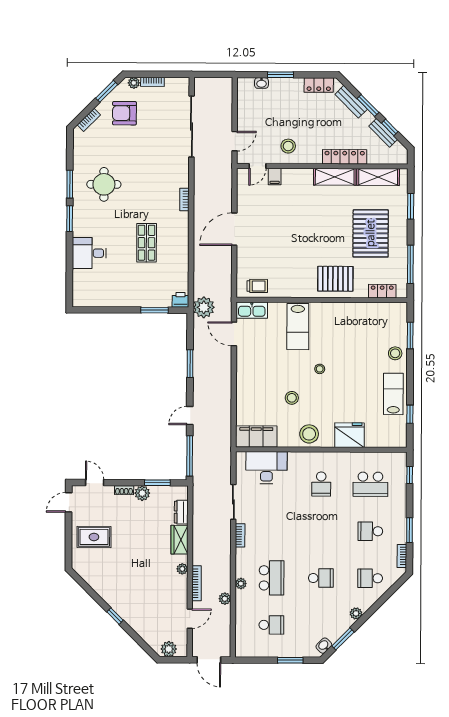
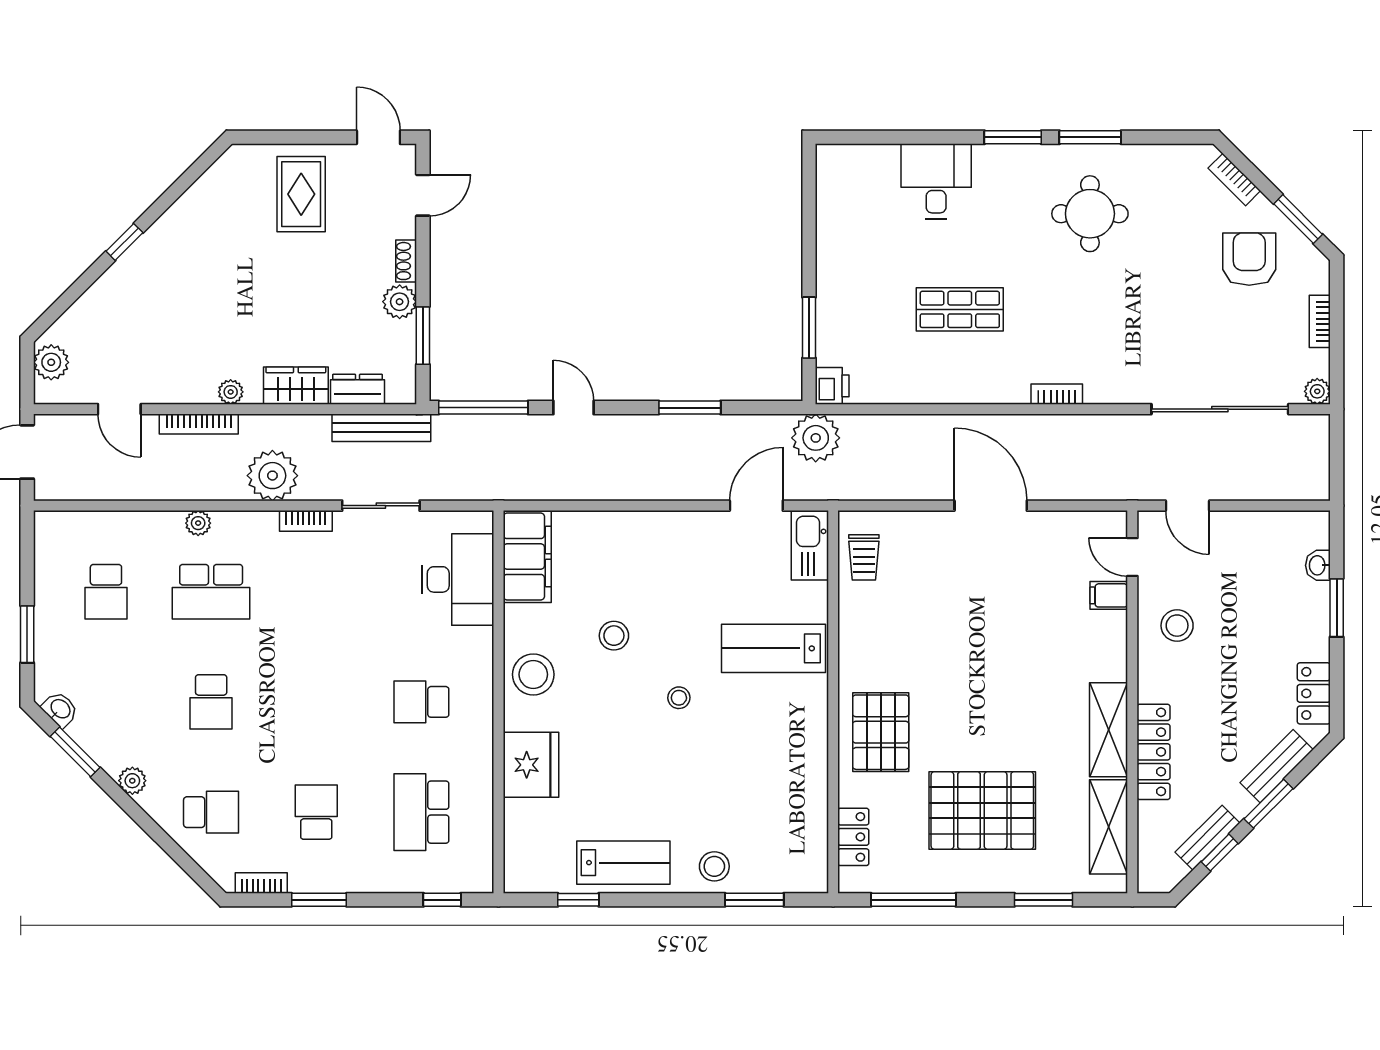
plant: (134, 83) -> (1317, 391), moved
bench: (199, 501) -> (381, 428), added
school desk: (370, 578) -> (211, 812), turned 90
plant: (225, 599) -> (272, 476), moved, width x1.87, depth x1.87

